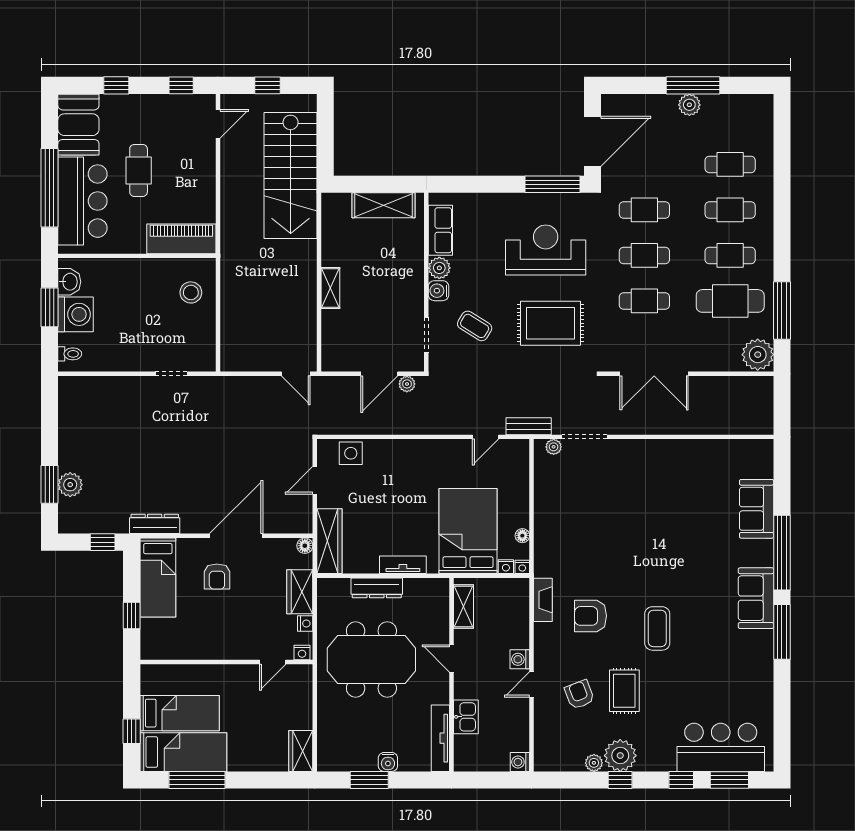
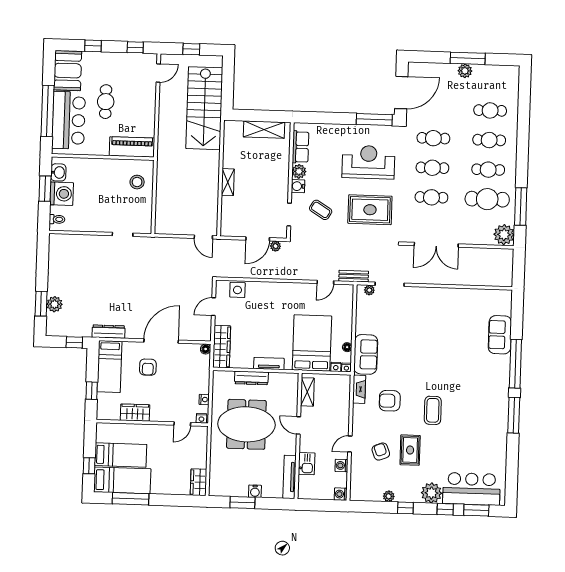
wardrobe: (300, 592) -> (135, 413), moved, turned 90
sofa: (756, 598) -> (366, 354), moved, turned 180
washing machine: (520, 659) -> (342, 466), moved
plant: (620, 756) -> (431, 493), moved

